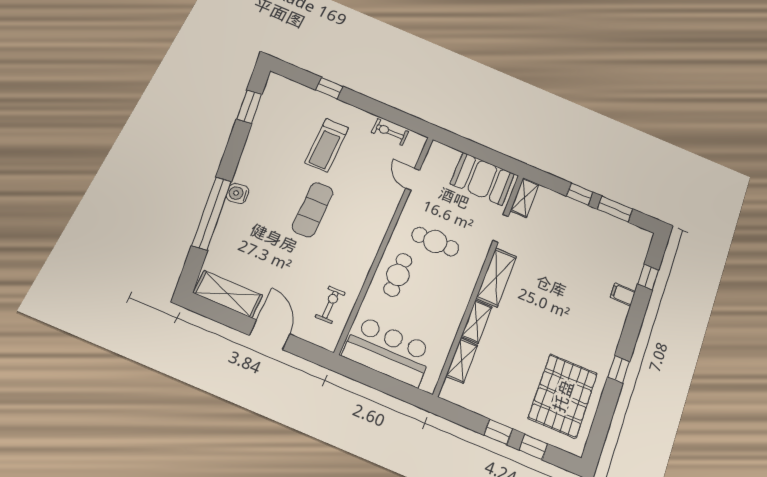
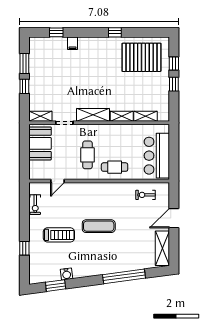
water cooler: (238, 193) -> (67, 274), moved

